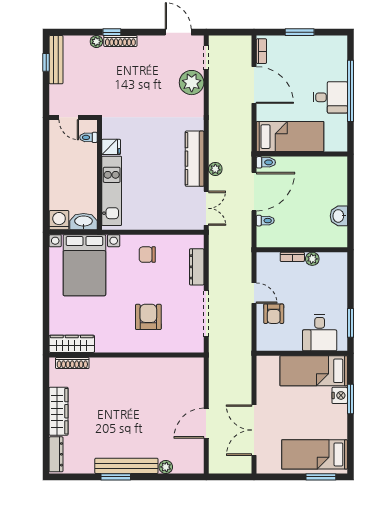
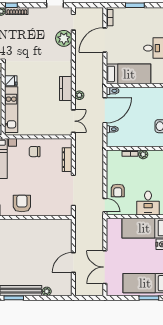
door: (254, 85) -> (105, 40), swing flipped
kitchen counter: (195, 159) -> (66, 88), width x0.67
door: (254, 293) -> (105, 205), moved
armchair: (148, 317) -> (22, 204), moved

